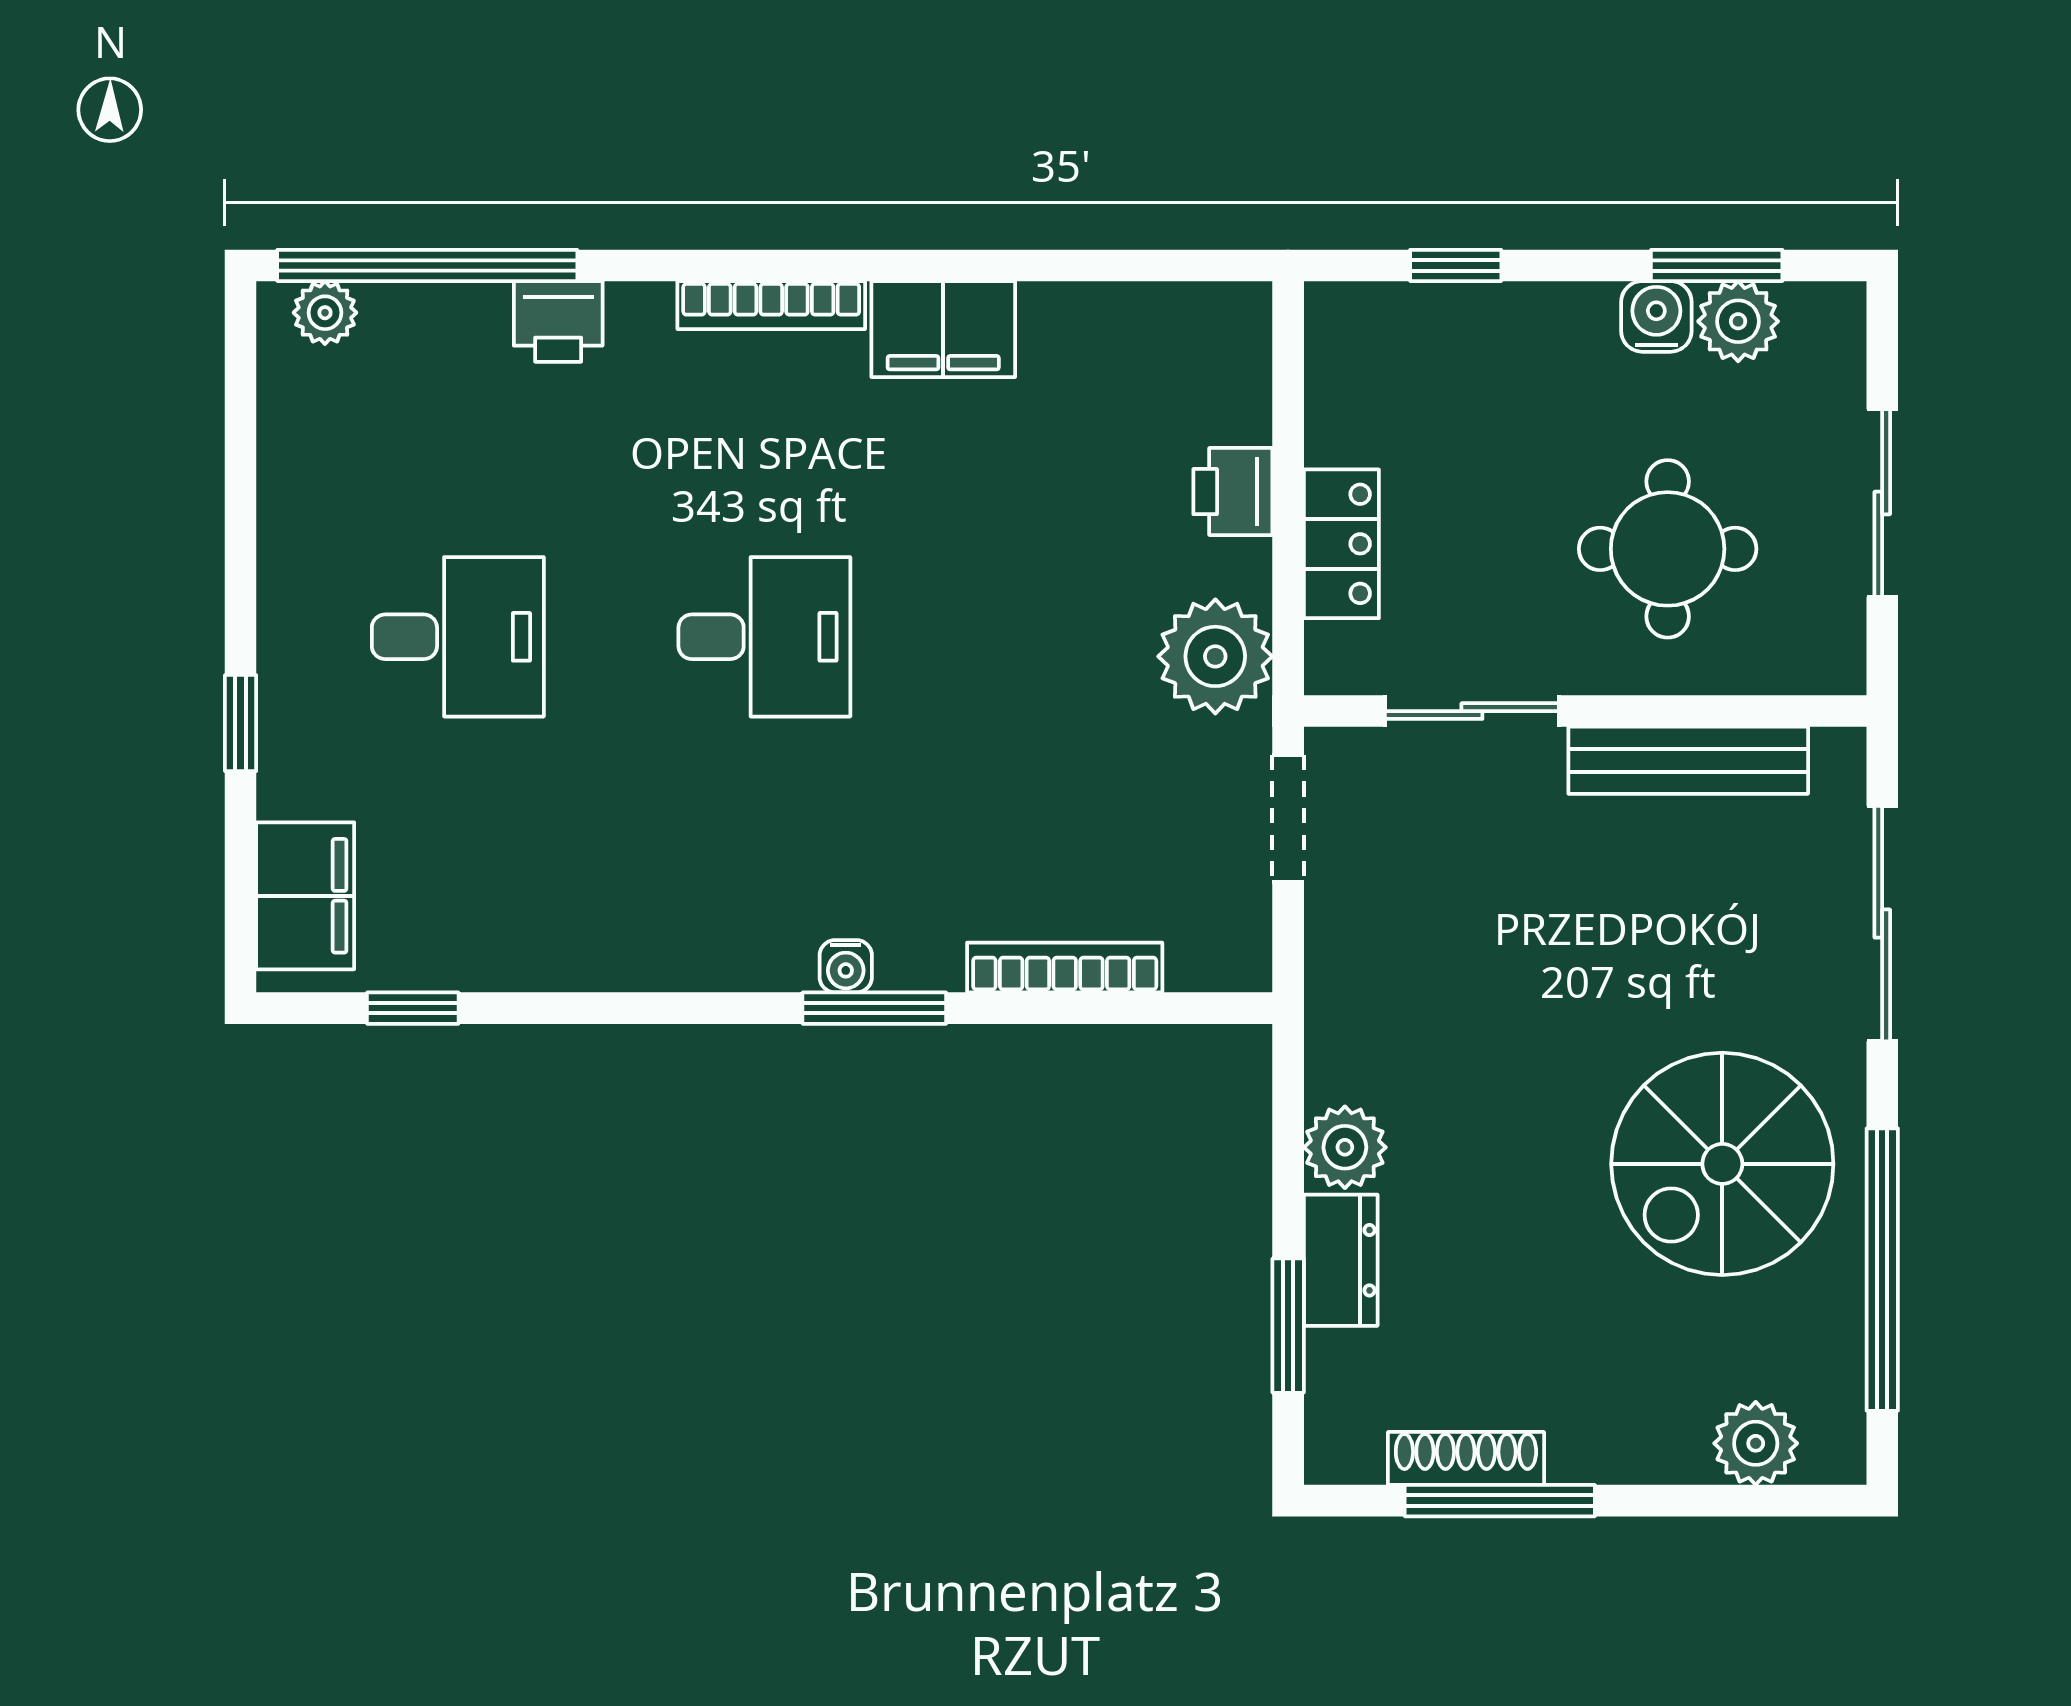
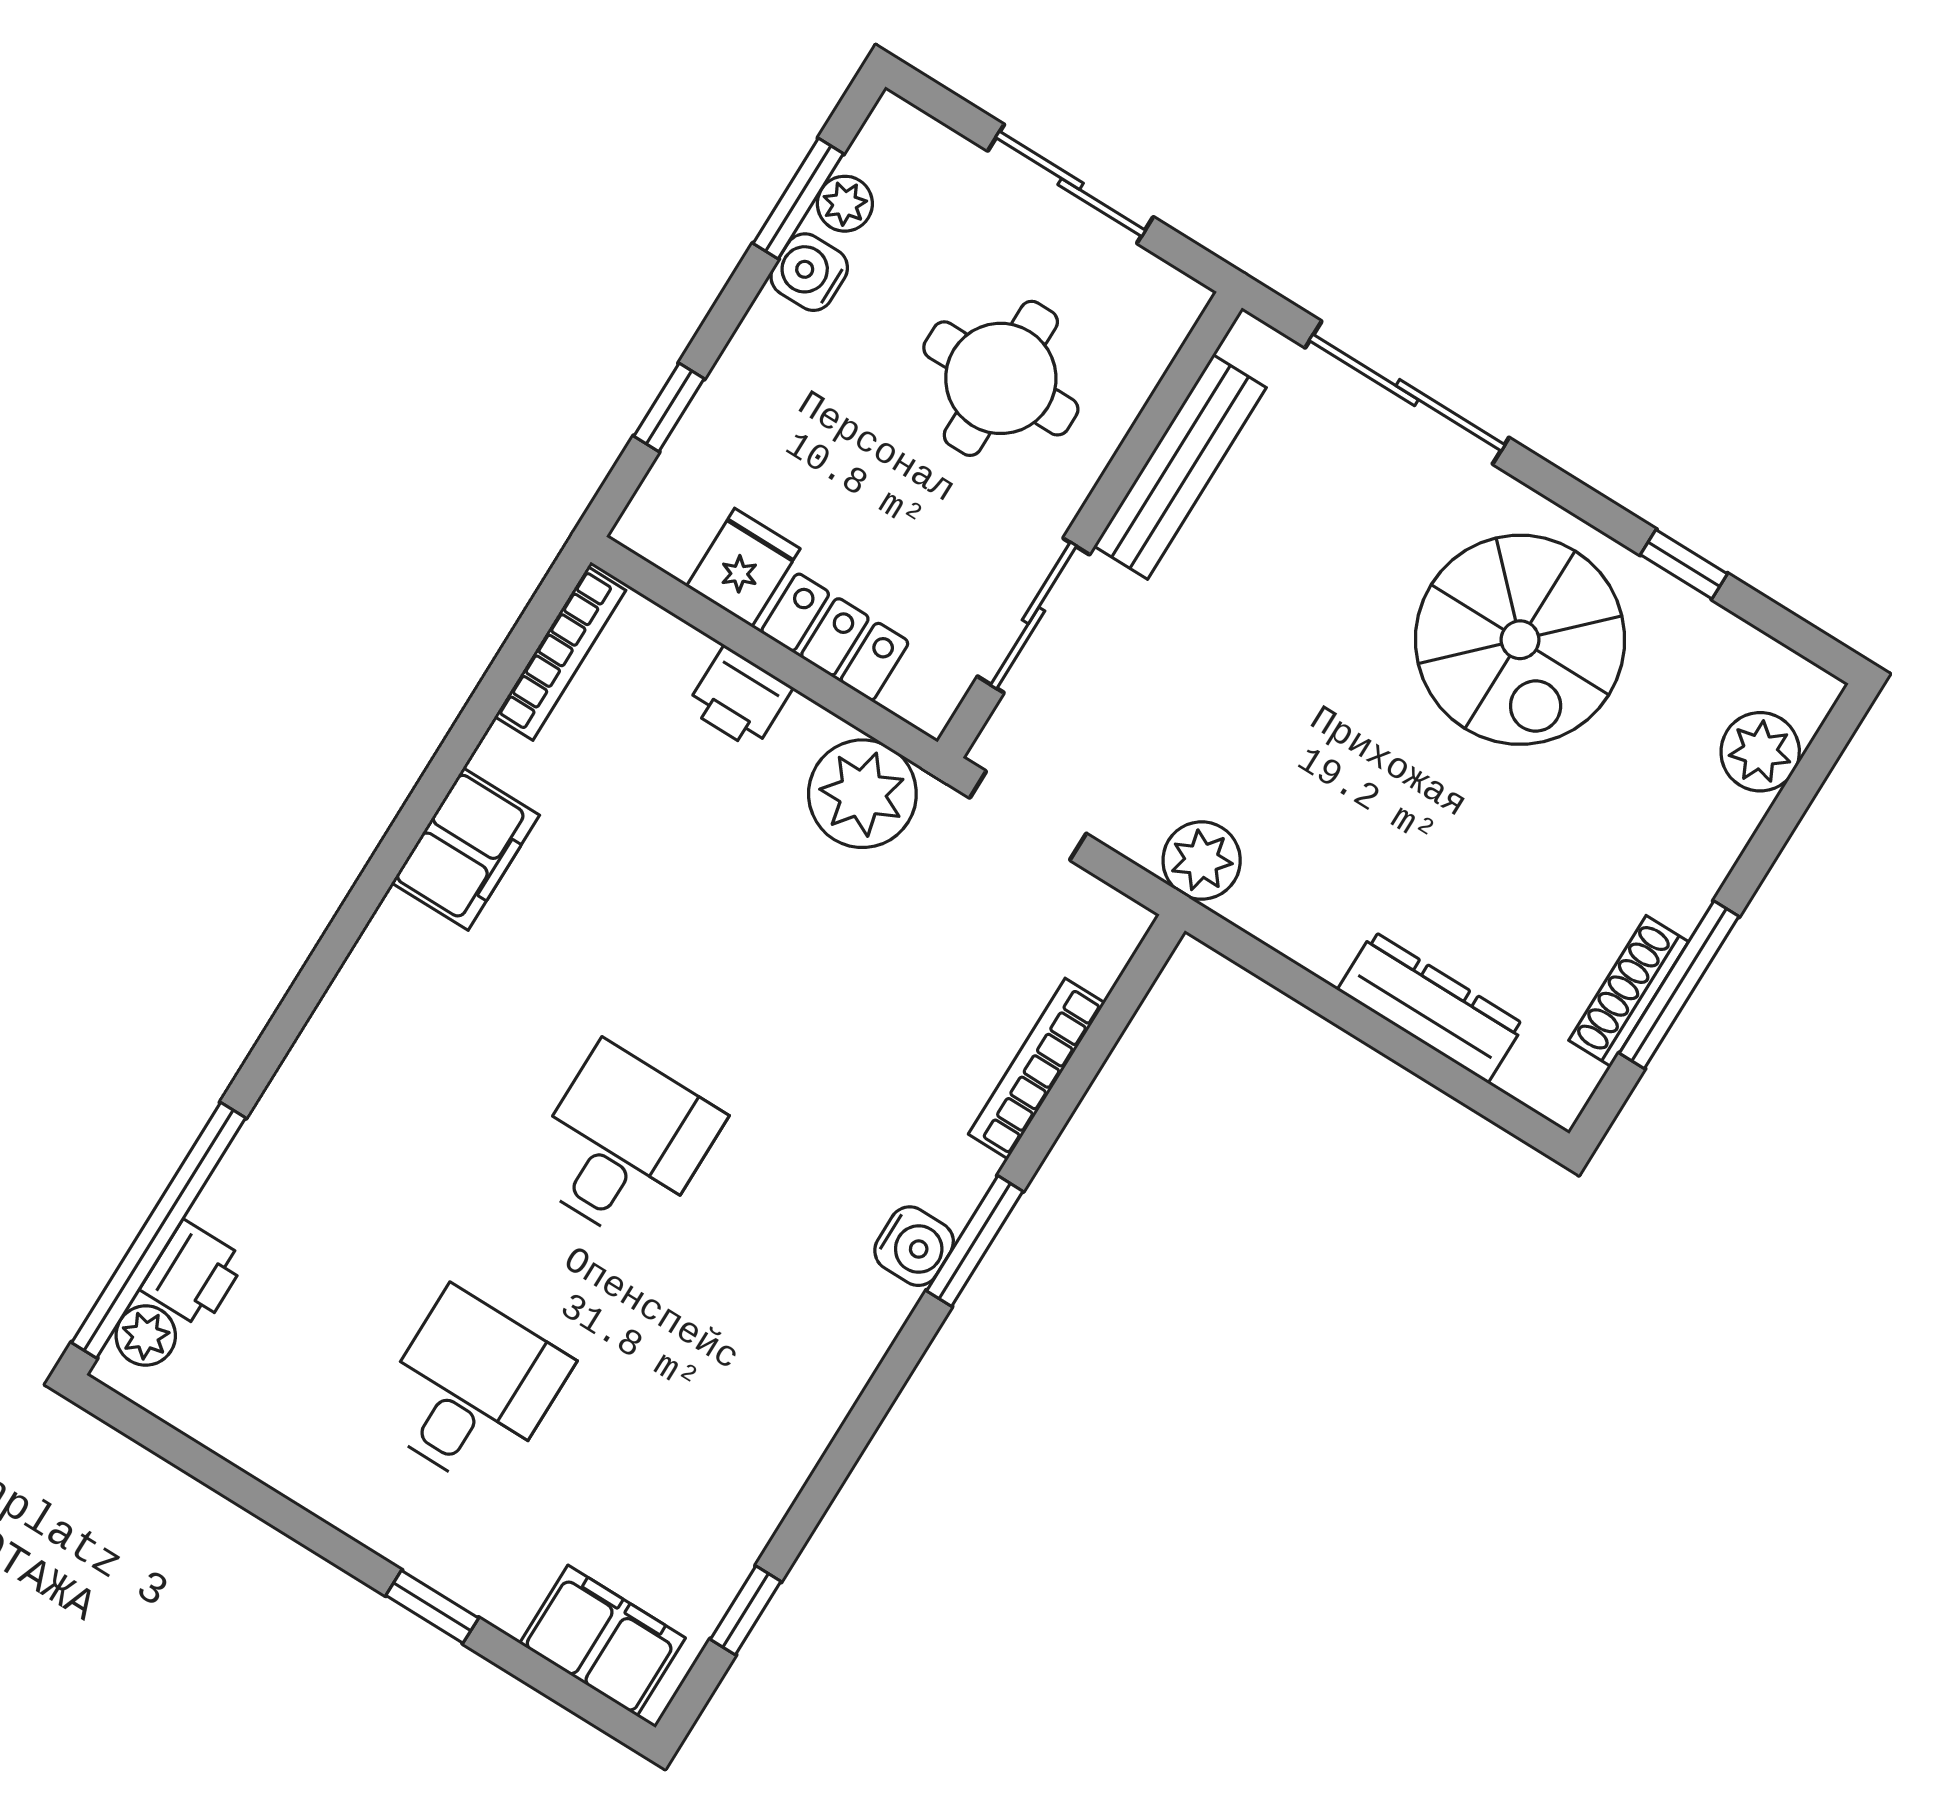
bookcase: (771, 305) -> (560, 653), moved
printer: (558, 321) -> (193, 1274), moved
plant: (1738, 321) -> (845, 204), width x0.73, depth x0.73
fridge: (1353, 422) -> (743, 568), added
water cooler: (846, 966) -> (914, 1246), width x1.38, depth x1.38
plant: (1345, 1147) -> (1202, 860), moved
dresser: (1341, 1260) -> (1431, 1007), width x1.44
window: (1882, 1270) -> (1684, 564), width x0.32
window: (1288, 1326) -> (1434, 1067), removed

